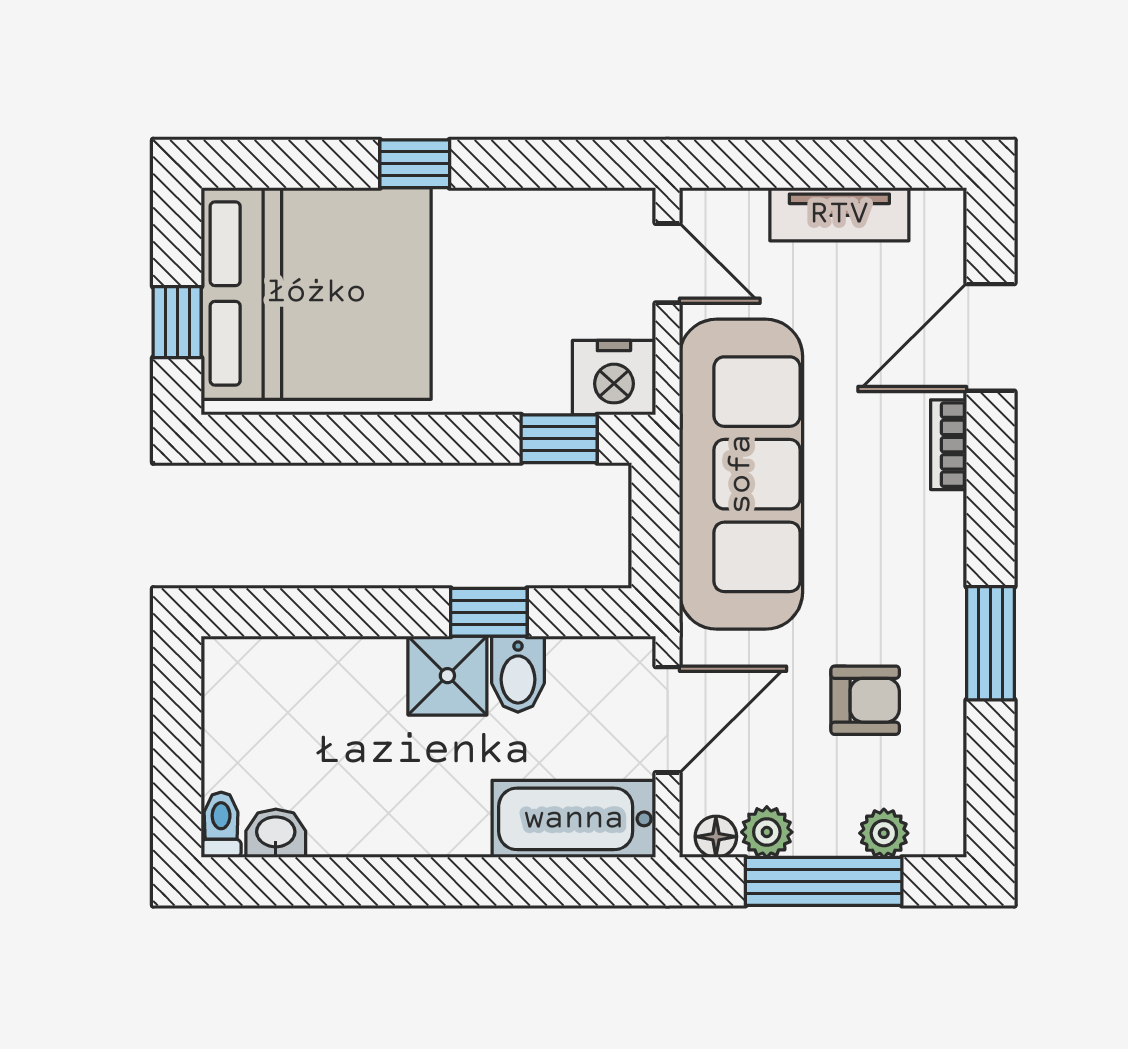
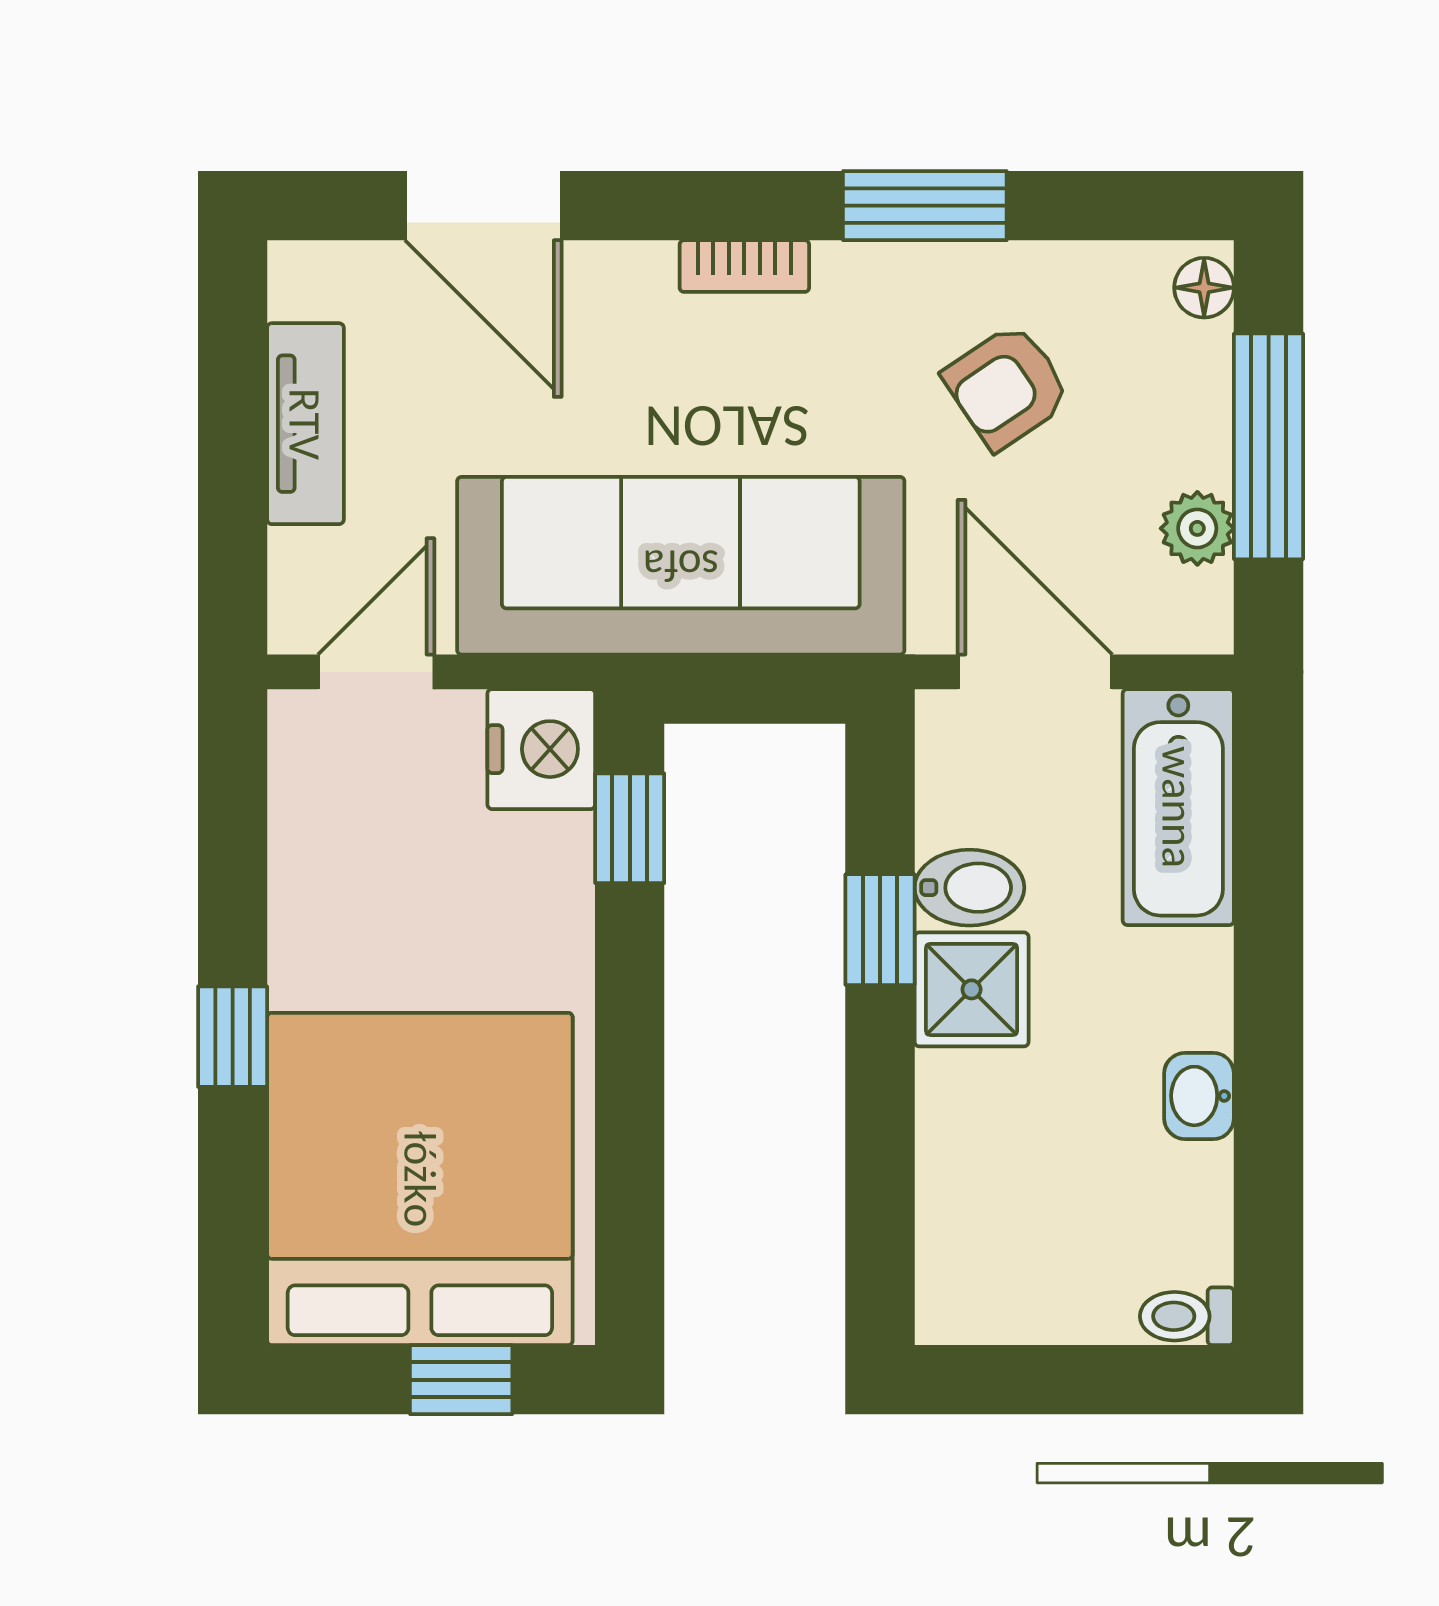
bookcase: (949, 445) -> (744, 266), moved
armchair: (865, 700) -> (1007, 386), turned -124
washbasin: (276, 833) -> (1199, 1096), moved
plant: (884, 833) -> (1199, 360), removed
floor lamp: (716, 837) -> (1204, 288), moved

